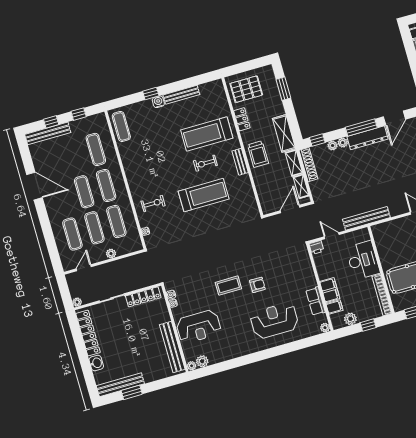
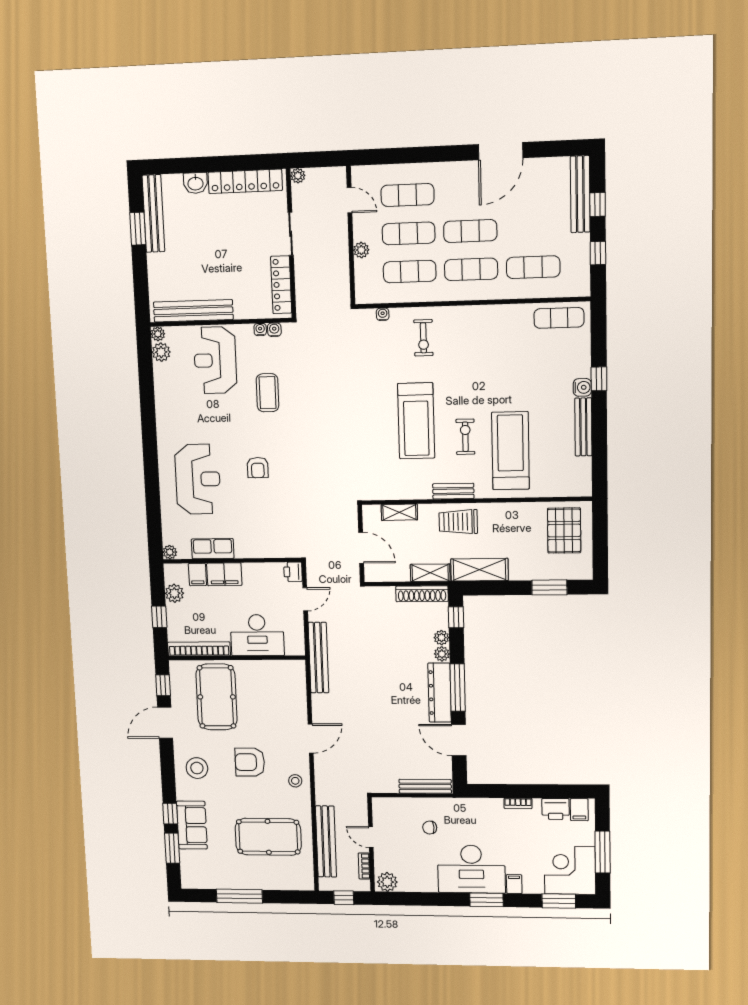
locker: (242, 119) -> (519, 511), removed
shelving: (301, 186) -> (399, 512), moved
coffee table: (228, 286) -> (268, 393), moved

